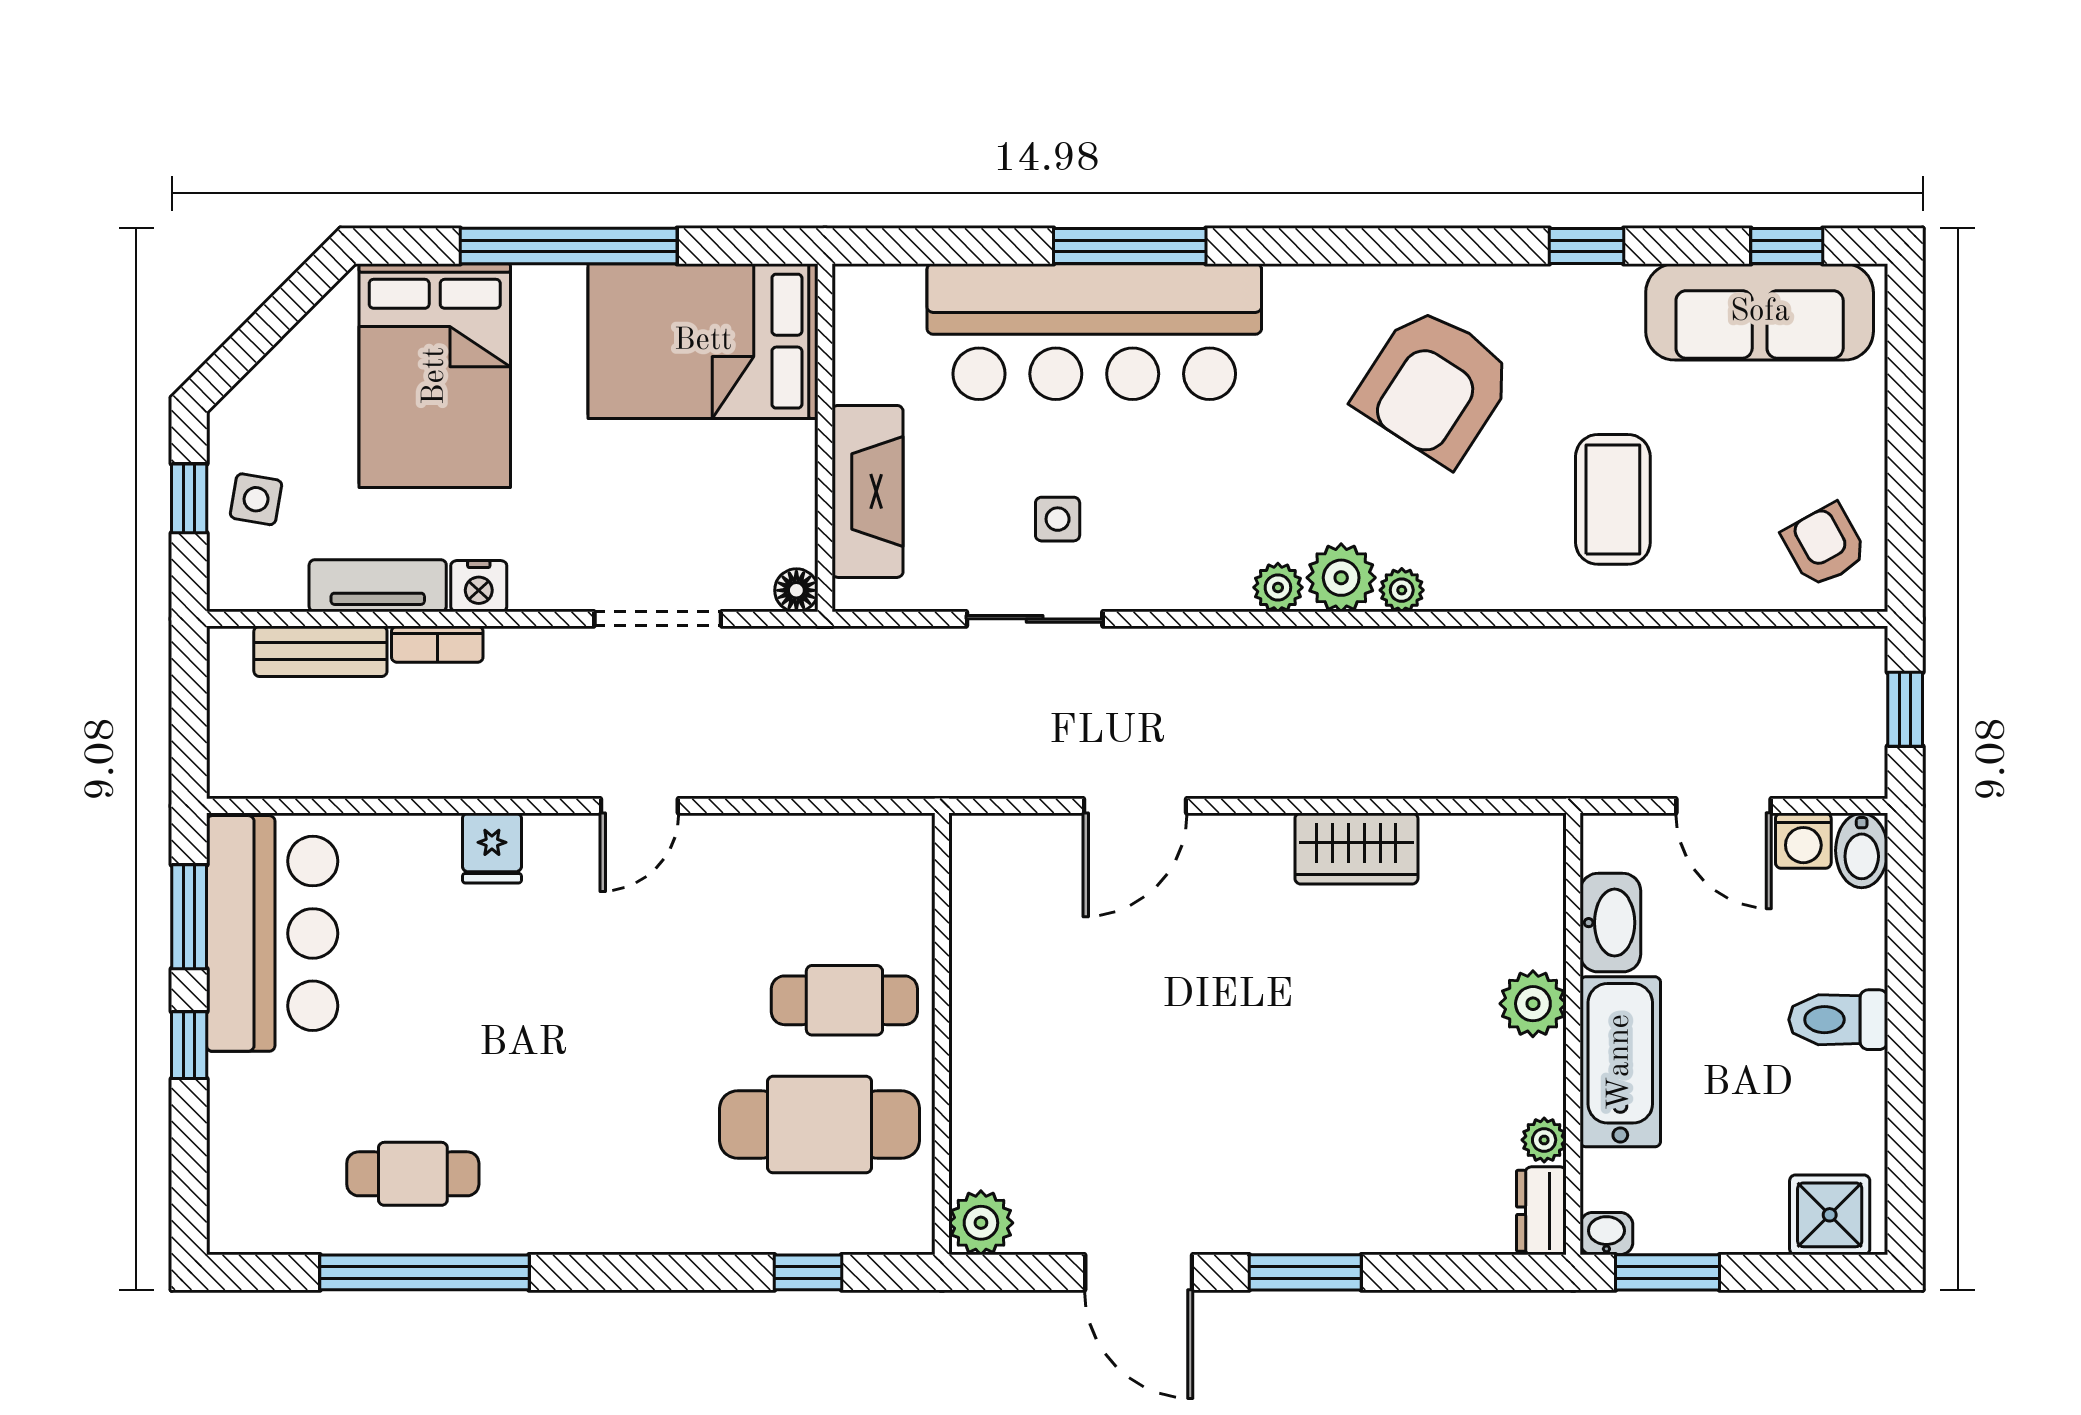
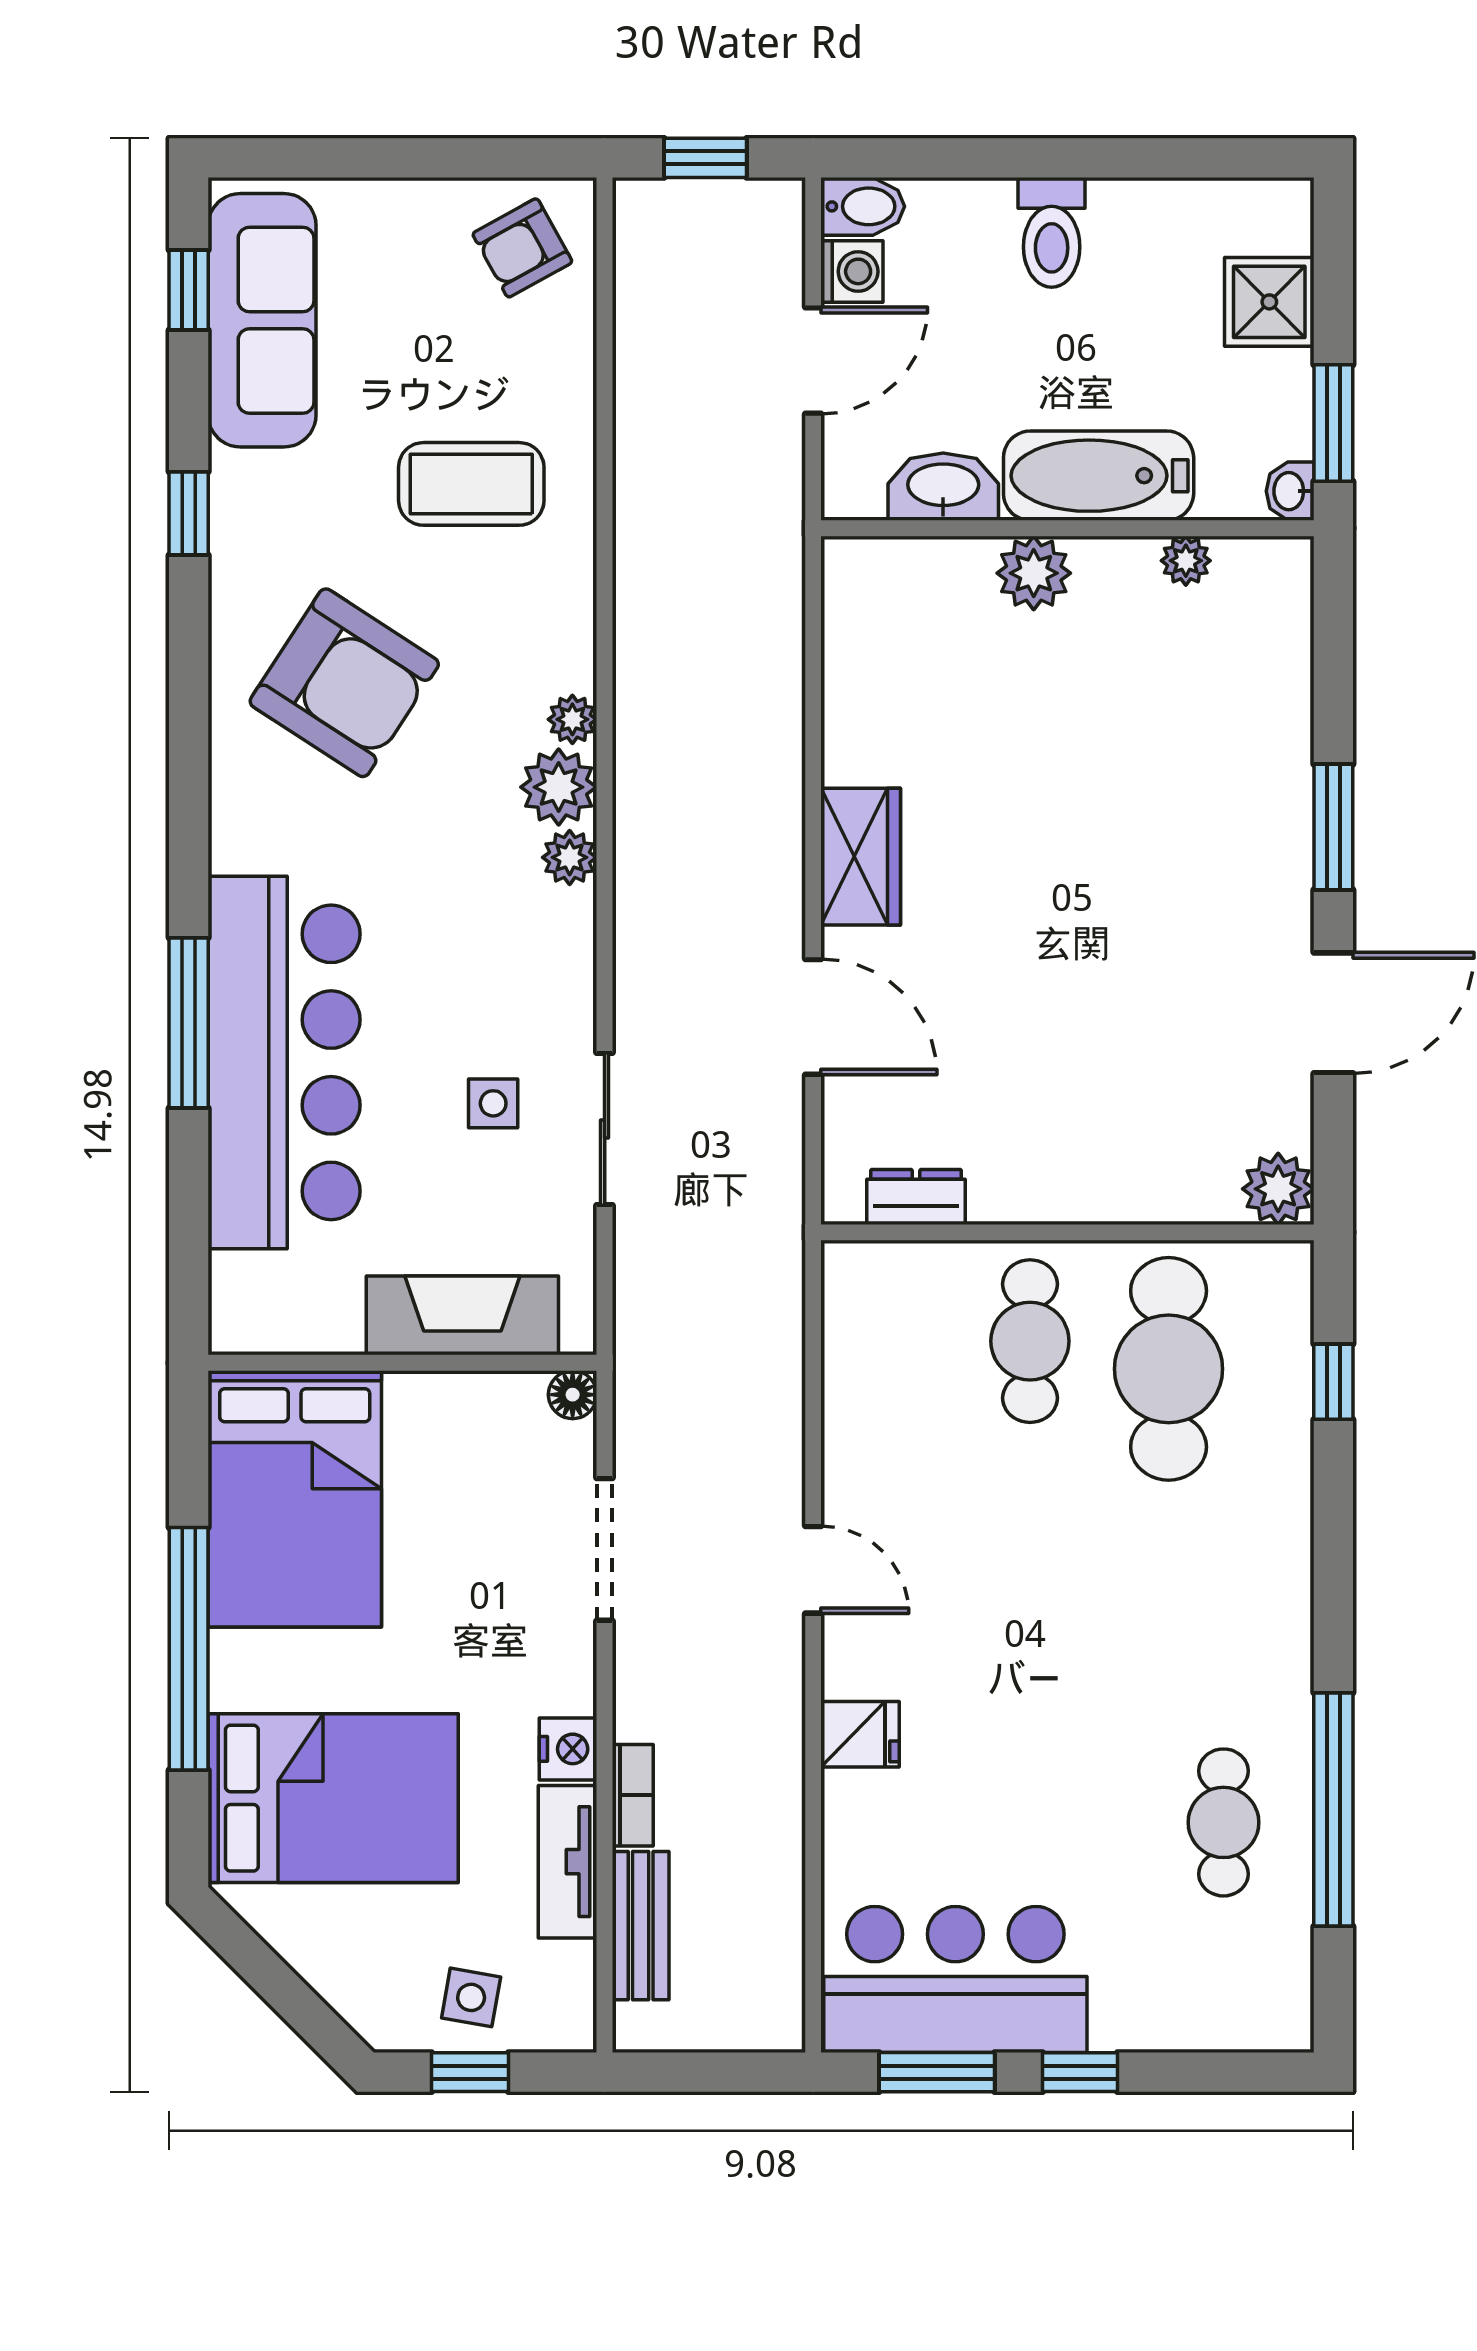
wardrobe: (1356, 849) -> (861, 857), moved
dresser: (1541, 1211) -> (916, 1197), moved, turned 180
shower: (1830, 1215) -> (1269, 302), moved

